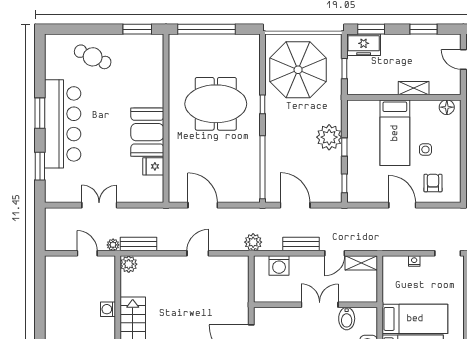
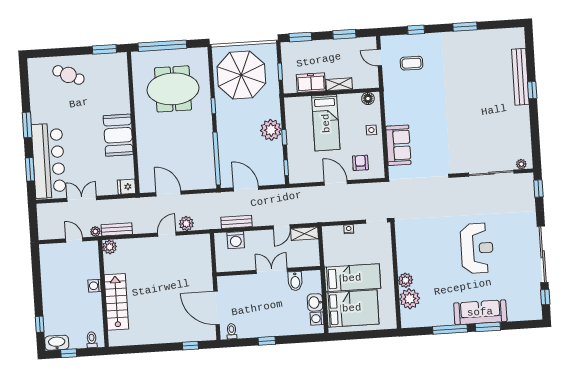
freezer: (364, 45) -> (311, 83), moved, turned 180
meeting table: (216, 104) -> (173, 89), moved
bar counter: (63, 124) -> (49, 161), moved
side table: (425, 150) -> (371, 130), moved
fridge: (153, 166) -> (126, 187), moved
plant: (253, 242) -> (186, 224), moved
bench: (301, 244) -> (236, 222), moved

